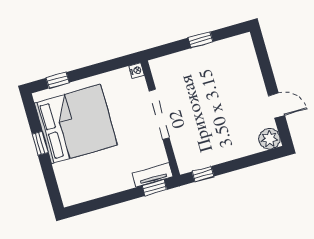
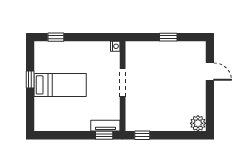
door: (276, 105) -> (210, 72), moved
doorway: (159, 114) -> (123, 83), width x0.73
bed: (76, 124) -> (60, 85), width x0.49

